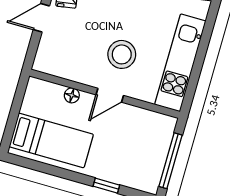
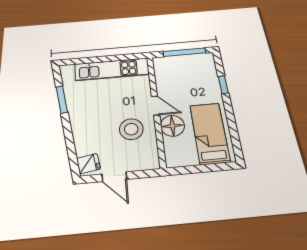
stool: (122, 54) -> (131, 129), moved
floor lamp: (72, 95) -> (172, 126), width x1.89, depth x1.89

